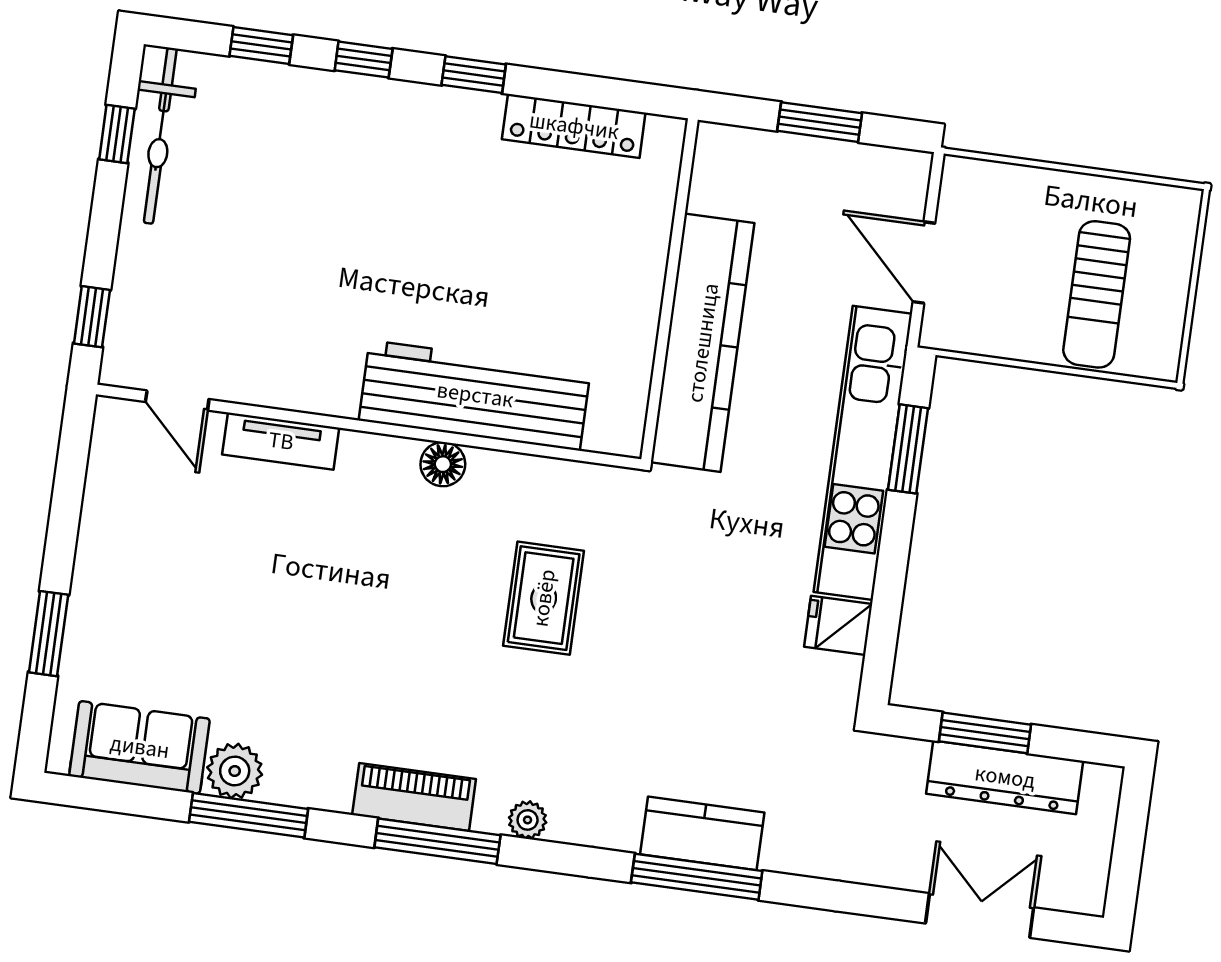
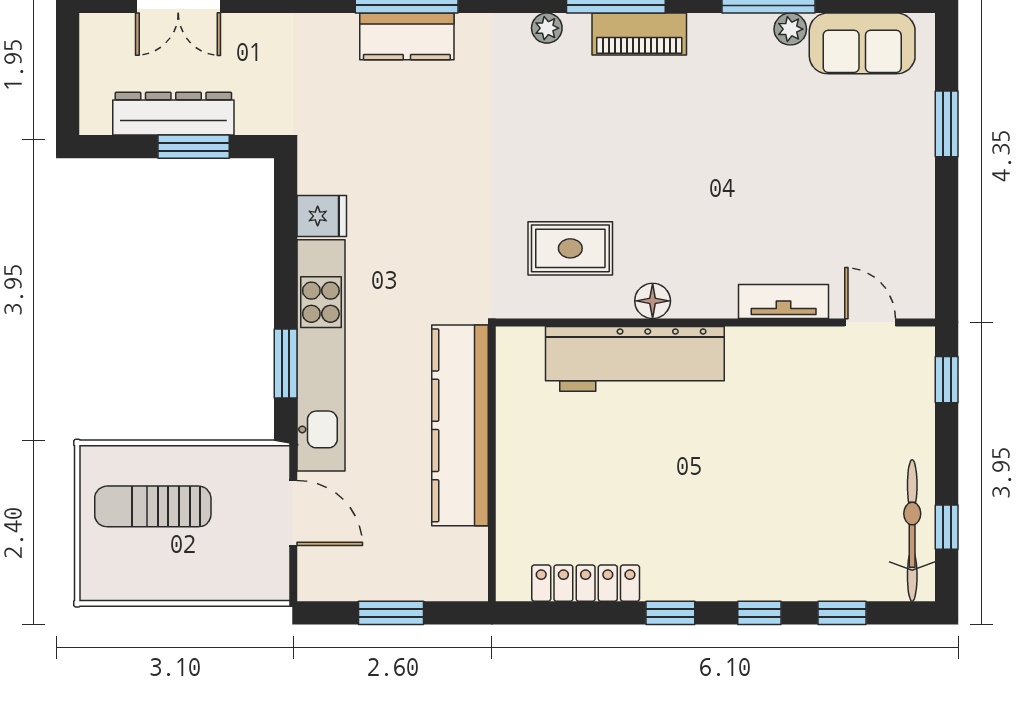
sun lounger: (1097, 294) -> (153, 506), turned -90
rug: (544, 598) -> (570, 248), moved, turned 90
plant: (235, 771) -> (790, 29), width x0.73, depth x0.73

